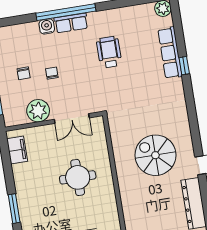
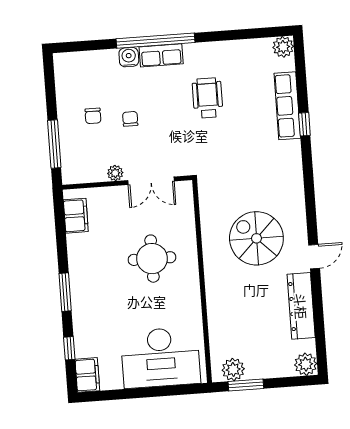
plant: (38, 111) -> (115, 173), width x0.53, depth x0.53

